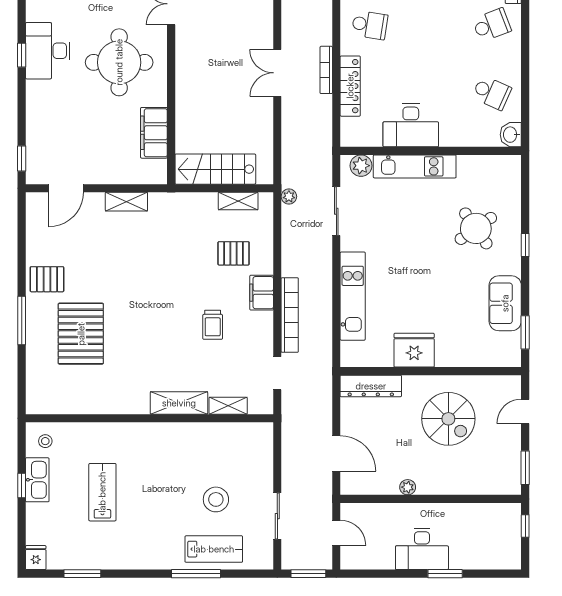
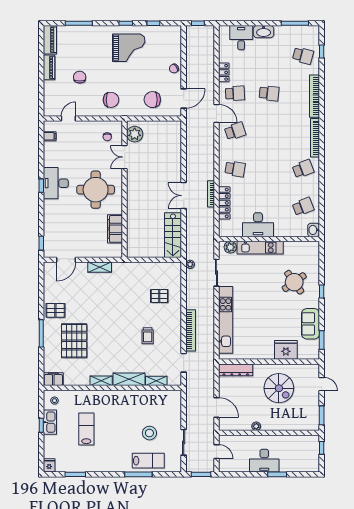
school desk: (492, 93) -> (303, 207), turned -45
stairs: (215, 169) -> (173, 235), moved, turned -90
shelving: (238, 201) -> (101, 381), moved
filing cabinet: (262, 293) -> (53, 379), moved, turned 90
kitchen unit: (353, 296) -> (226, 320), width x1.36
fridge: (414, 350) -> (286, 350), moved
door: (525, 411) -> (322, 384), swing flipped

